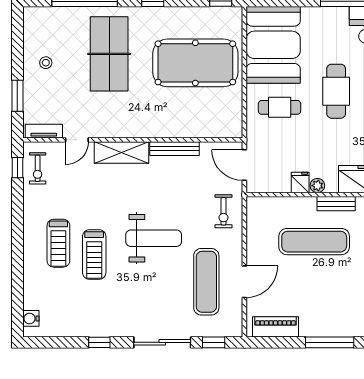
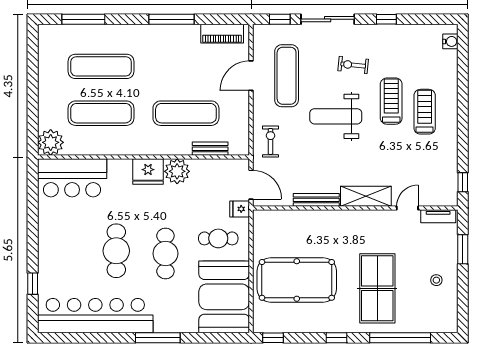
exercise bike: (38, 168) -> (353, 65), moved, turned -84
fridge: (300, 182) -> (240, 209), moved, turned 90
plant: (317, 186) -> (177, 171), width x1.87, depth x1.87
bench: (336, 204) -> (210, 149), moved

